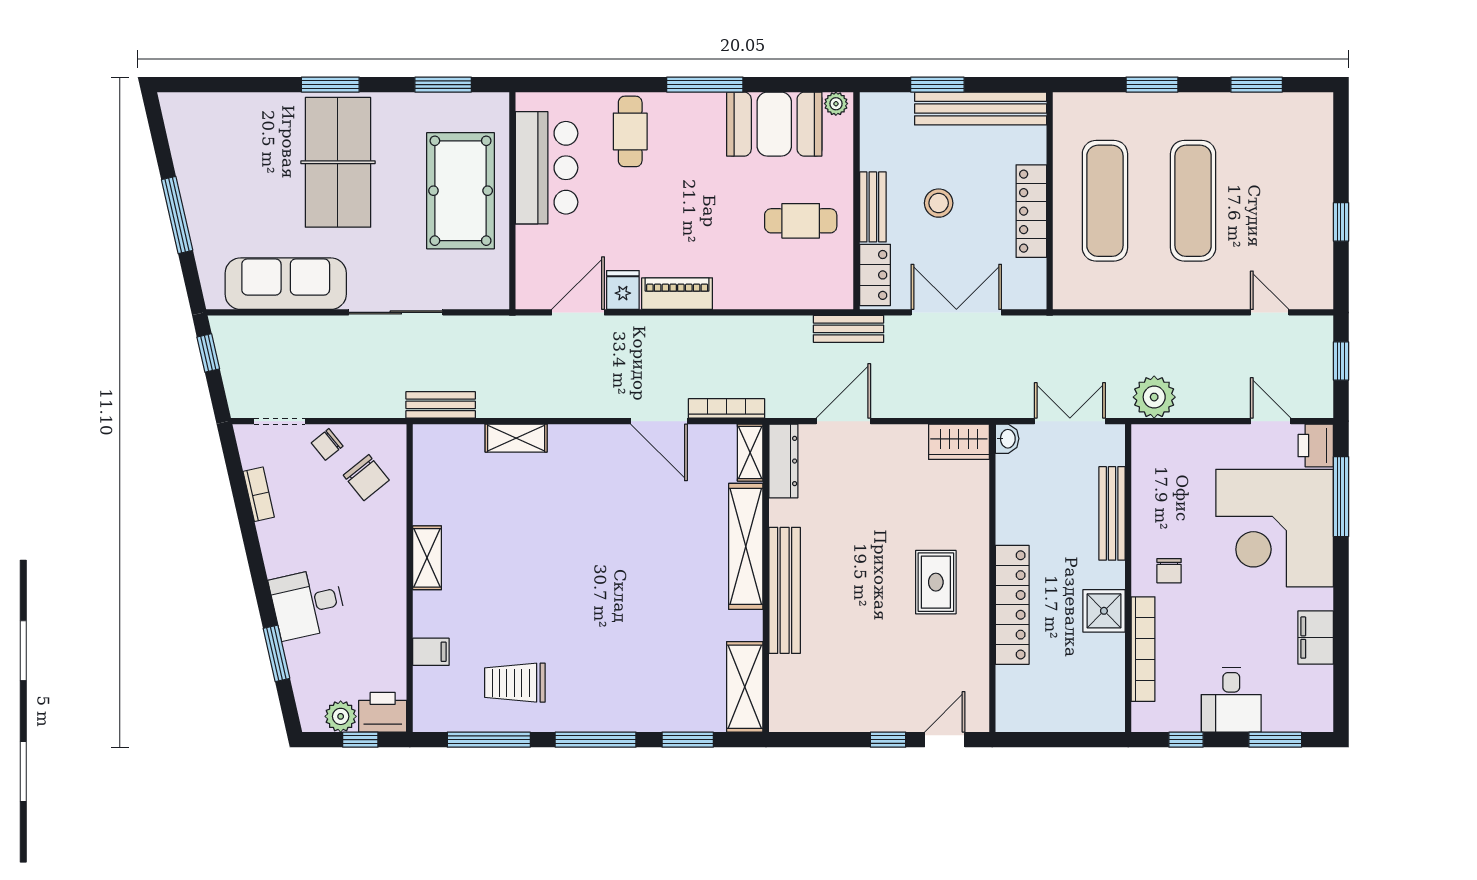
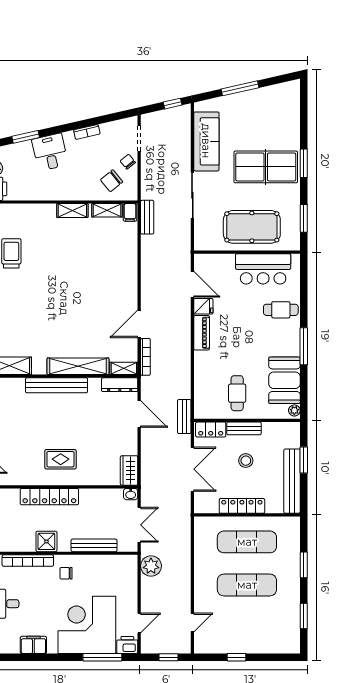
shelving: (516, 438) -> (107, 210), moved, turned 90
bookcase: (259, 494) -> (87, 132), moved
filing cabinet: (431, 652) -> (130, 212), moved

